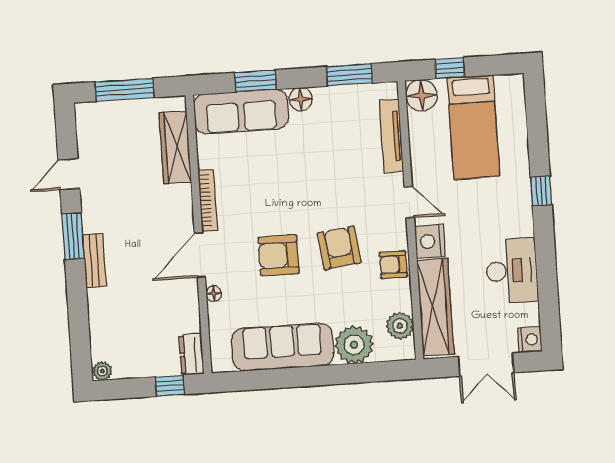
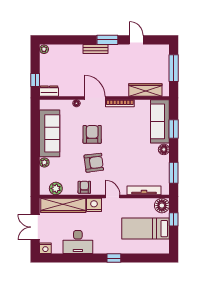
door: (409, 202) -> (113, 197), swing flipped
plant: (354, 345) -> (44, 162), width x0.53, depth x0.53

